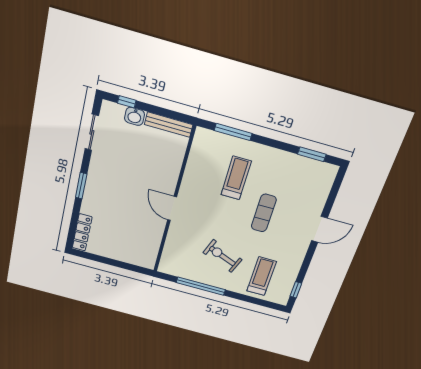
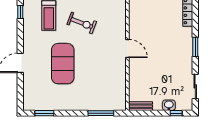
bench: (169, 125) -> (141, 106), width x0.73
treadmill: (236, 178) -> (89, 83), removed
exercise mat: (264, 213) -> (63, 64), width x2.00, depth x1.45

